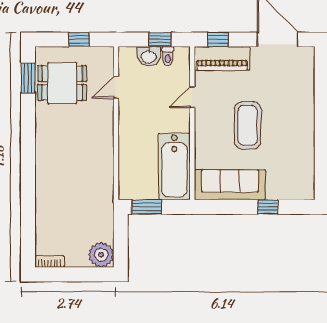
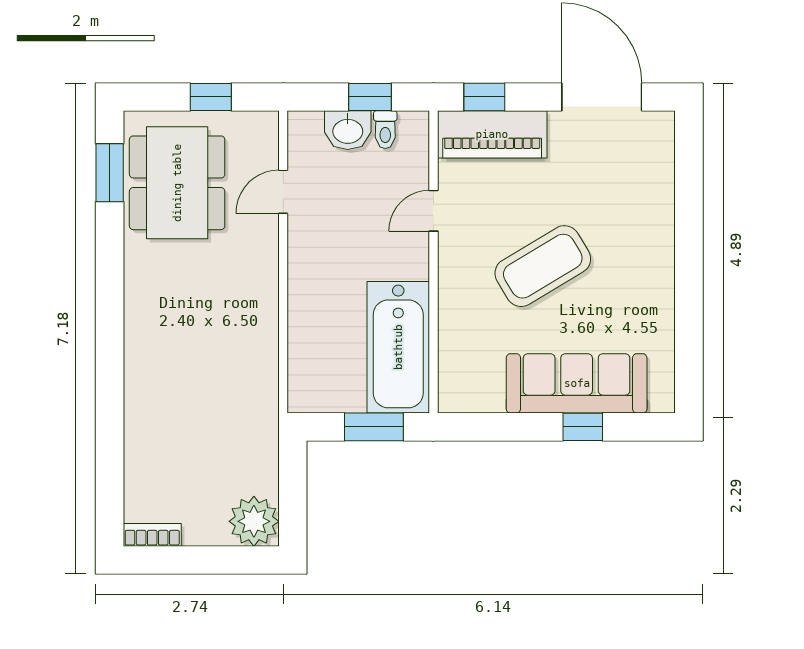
dining table: (62, 83) -> (177, 183), width x1.38
coffee table: (248, 125) -> (543, 266), turned 59
sofa: (230, 185) -> (577, 383), moved
window: (146, 207) -> (374, 427), moved

